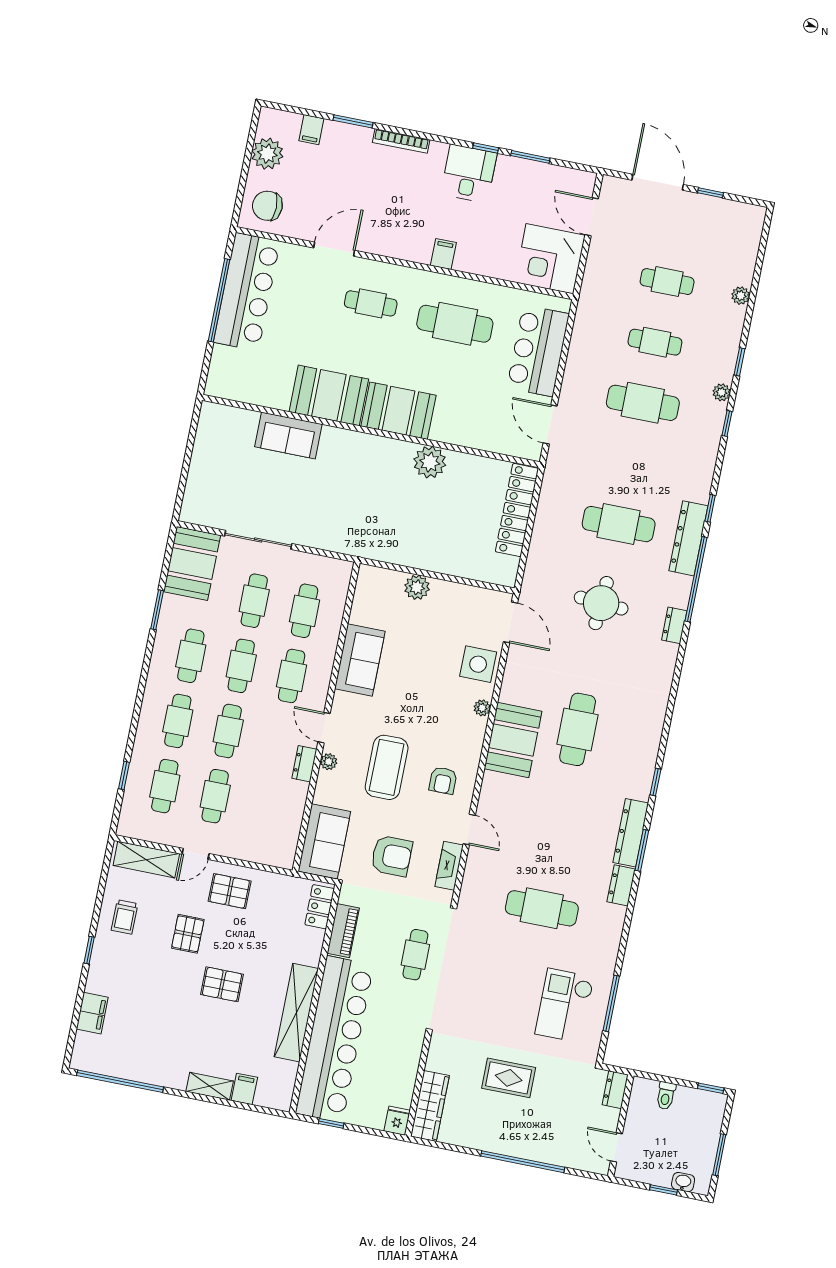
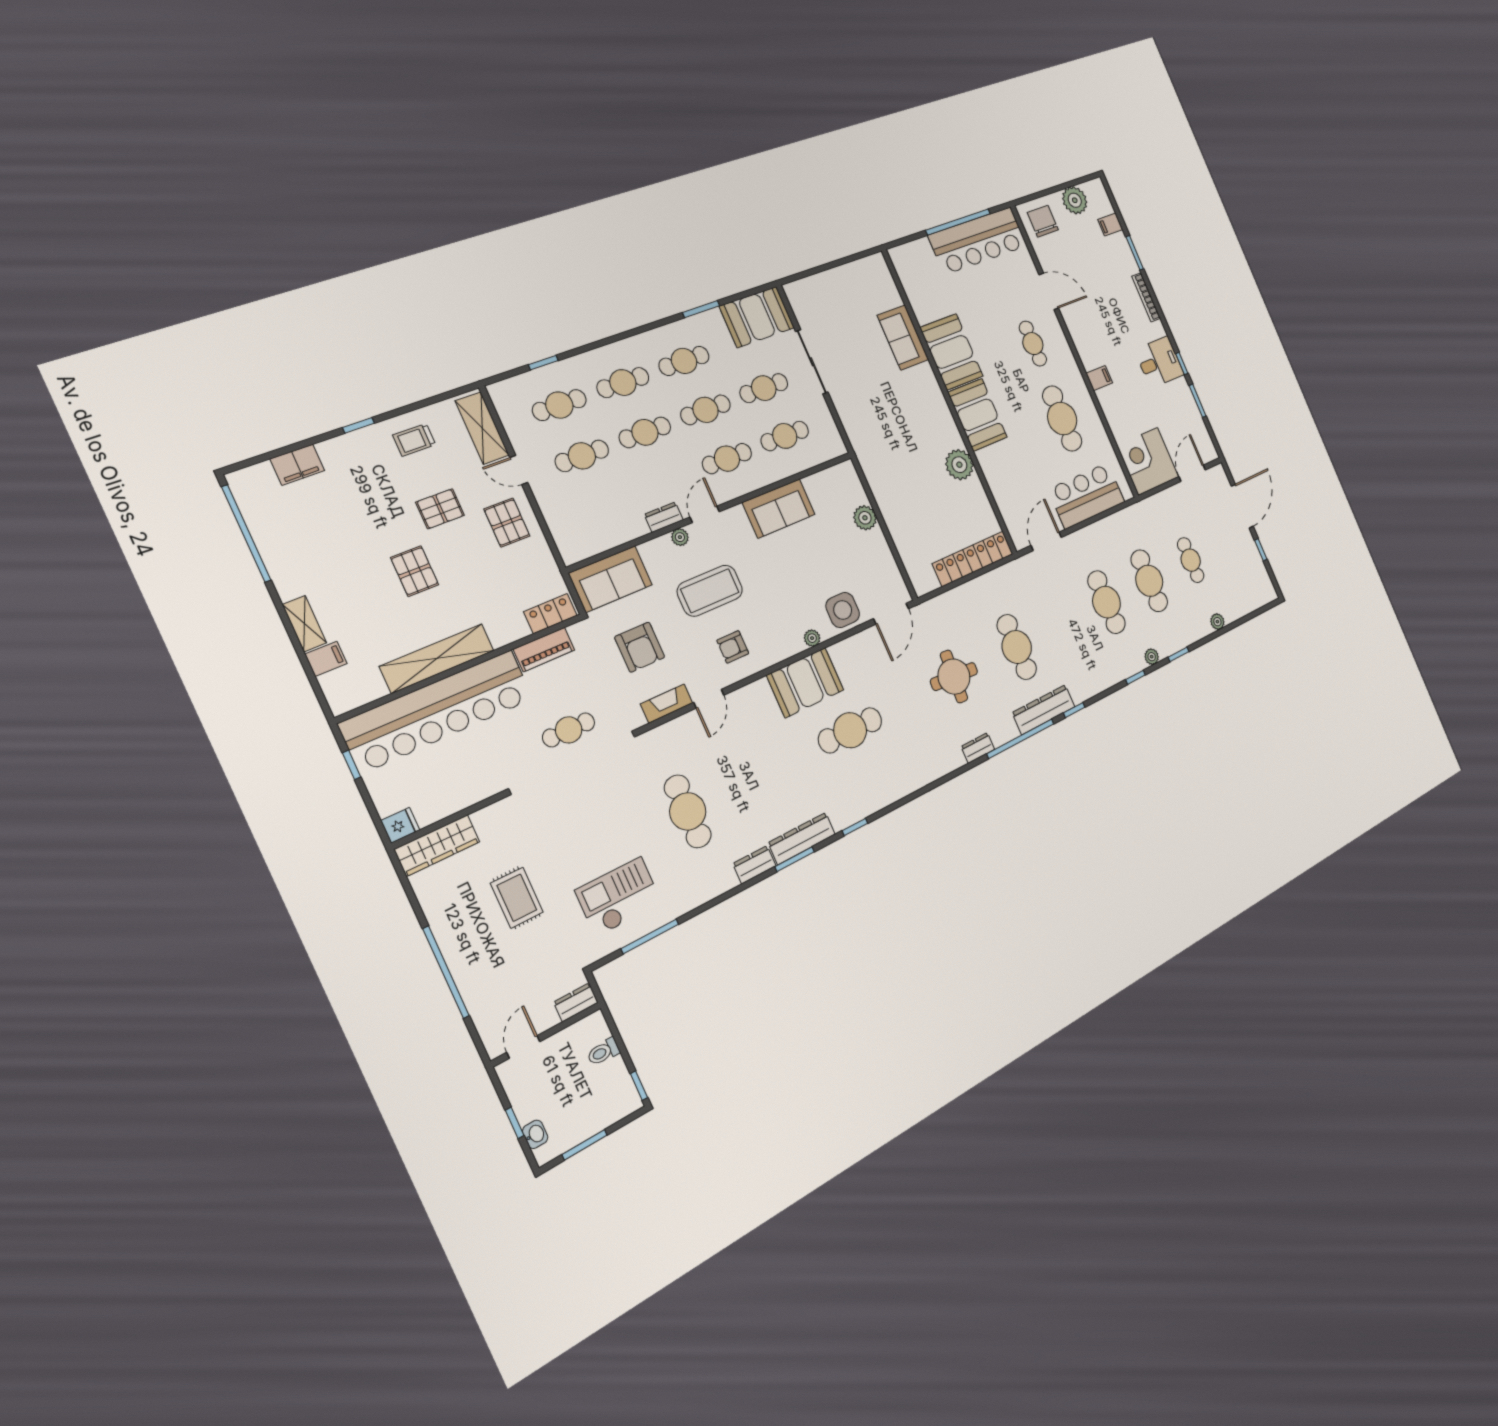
cafe table: (655, 342) -> (1149, 581), width x1.37, depth x1.35

